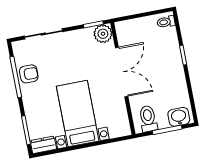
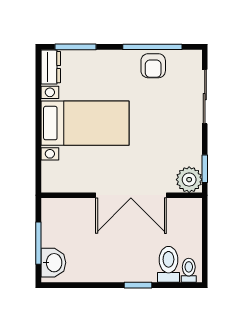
toilet: (148, 119) -> (168, 264), moved, turned -90

